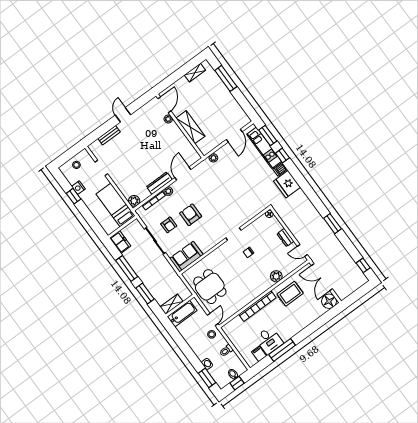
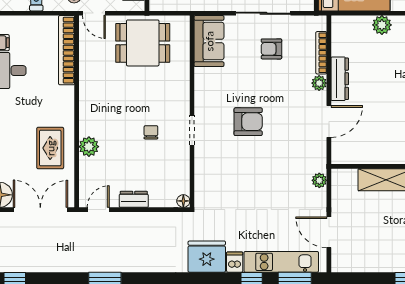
door: (183, 173) -> (329, 122), hinge flipped
plant: (134, 201) -> (382, 25), moved
armchair: (191, 215) -> (248, 122), moved
bookcase: (257, 306) -> (67, 50), moved

